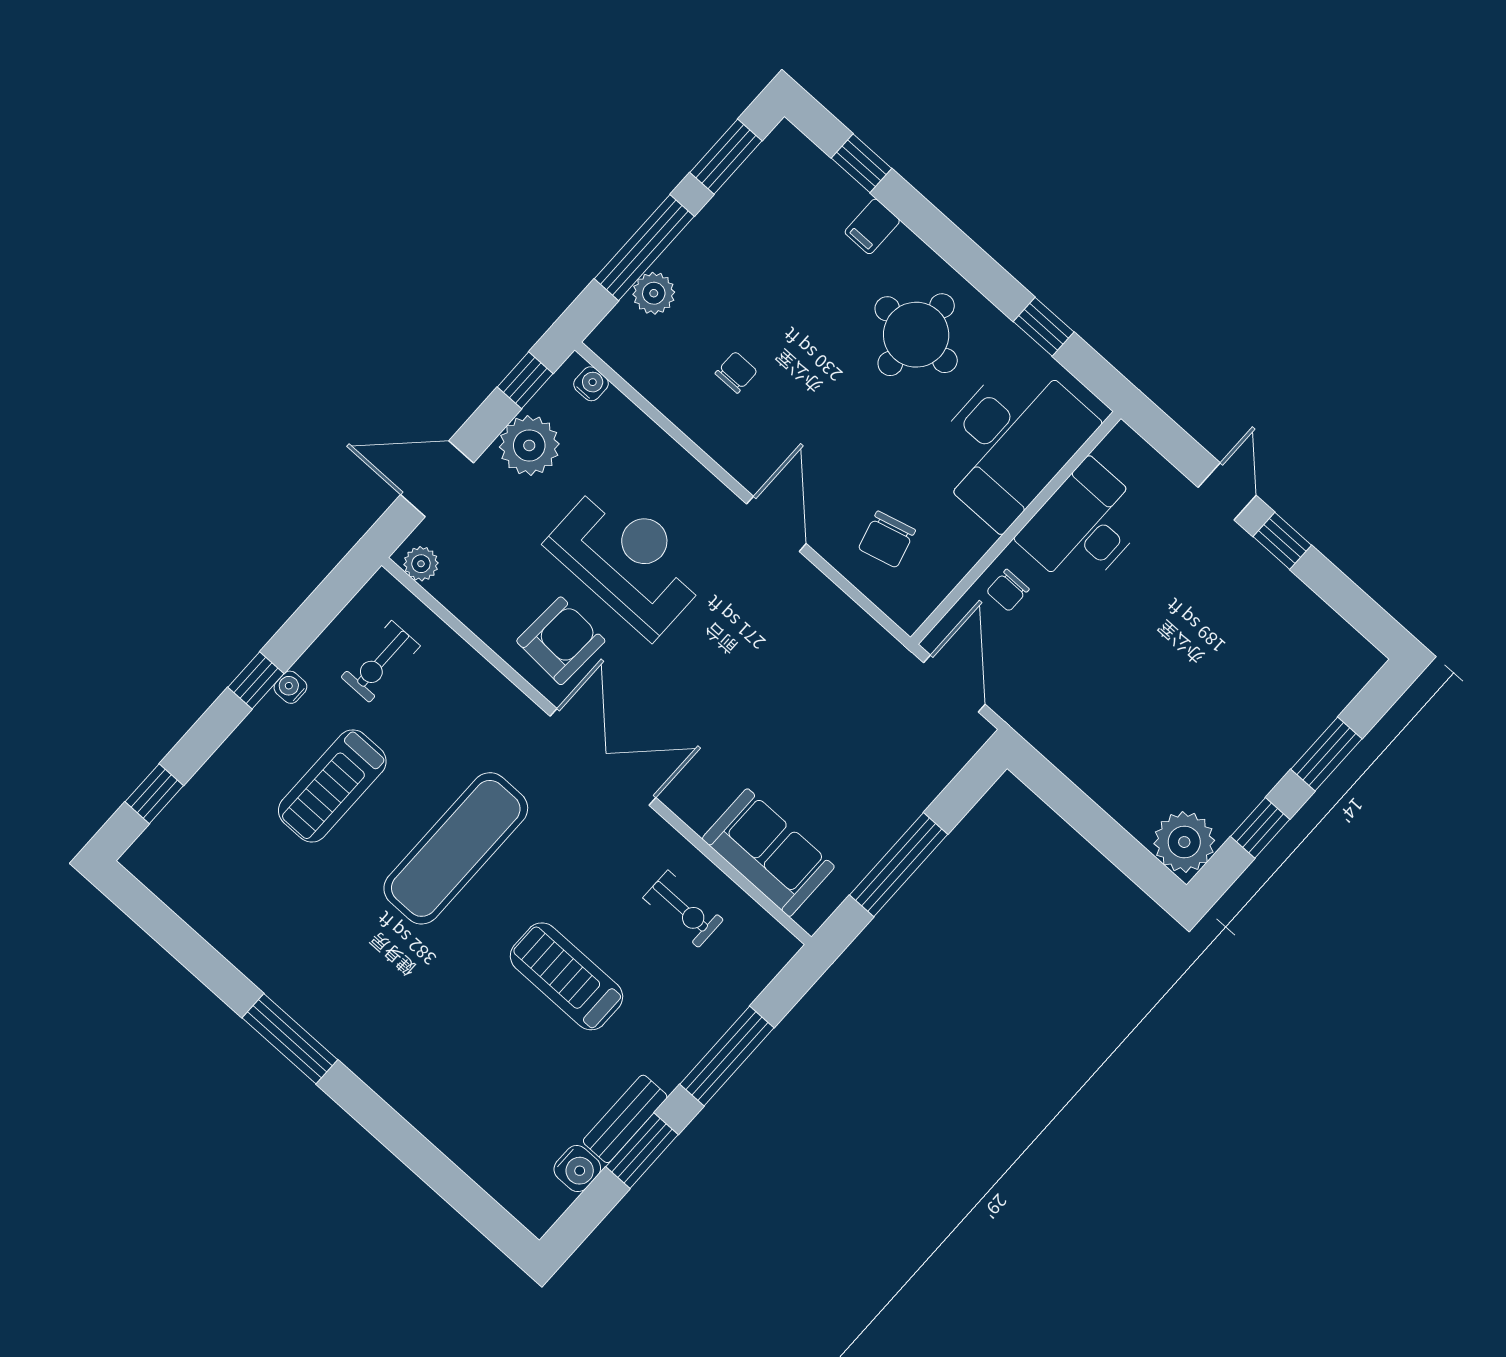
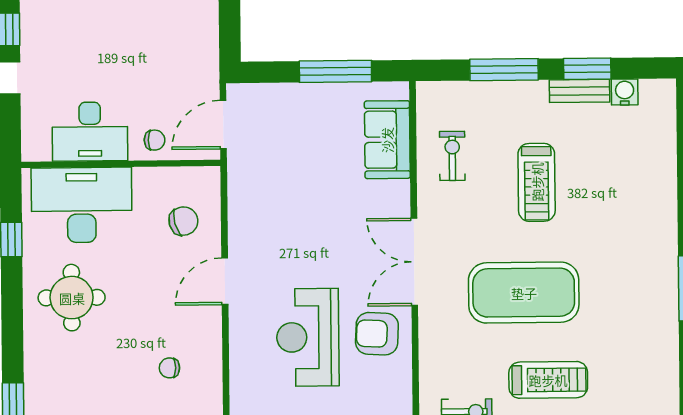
filing cabinet: (872, 226) -> (39, 367), removed
exercise mat: (456, 848) -> (524, 293), width x1.47

